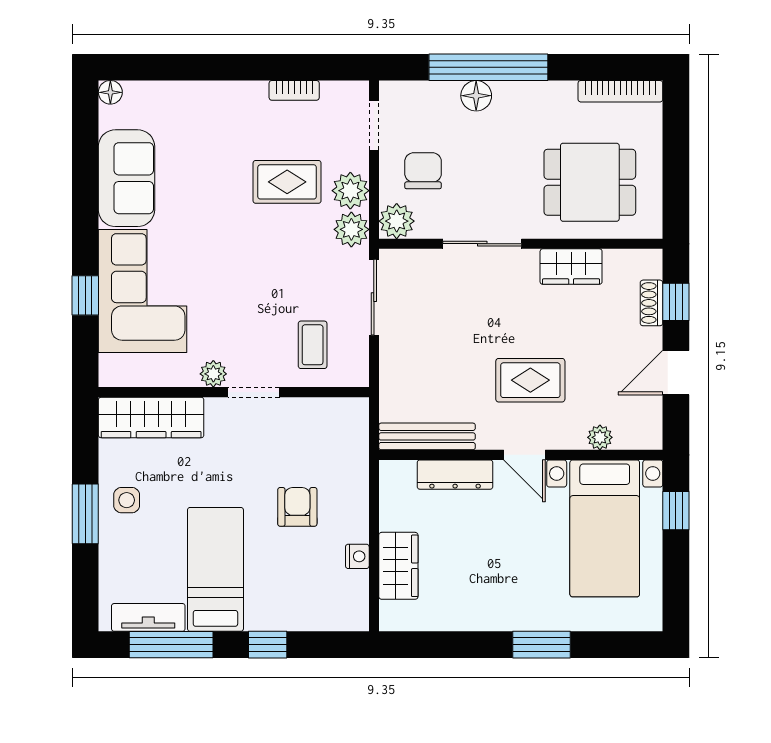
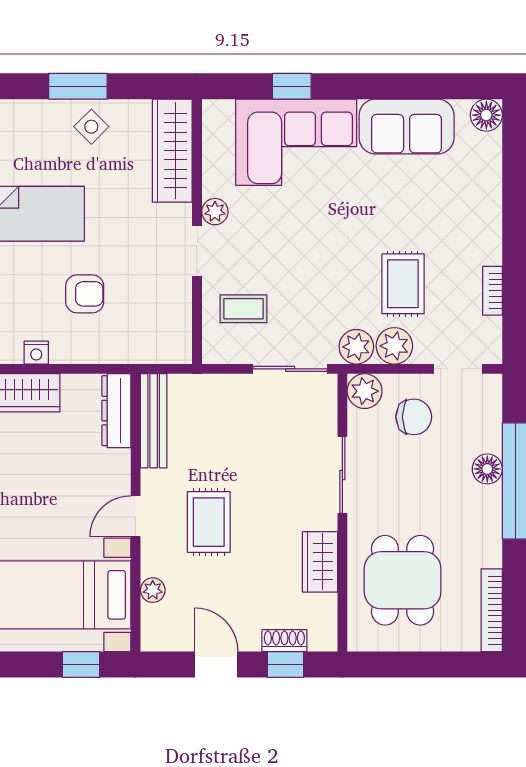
floor lamp: (110, 92) -> (486, 115), width x1.37, depth x1.37
dresser: (455, 475) -> (116, 411), moved
side table: (127, 500) -> (91, 127), turned 45

